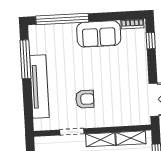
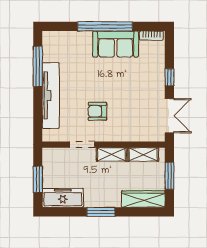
window: (62, 19) -> (105, 26), moved
window: (151, 41) -> (169, 77), moved
armchair: (85, 99) -> (97, 111), turned 180

